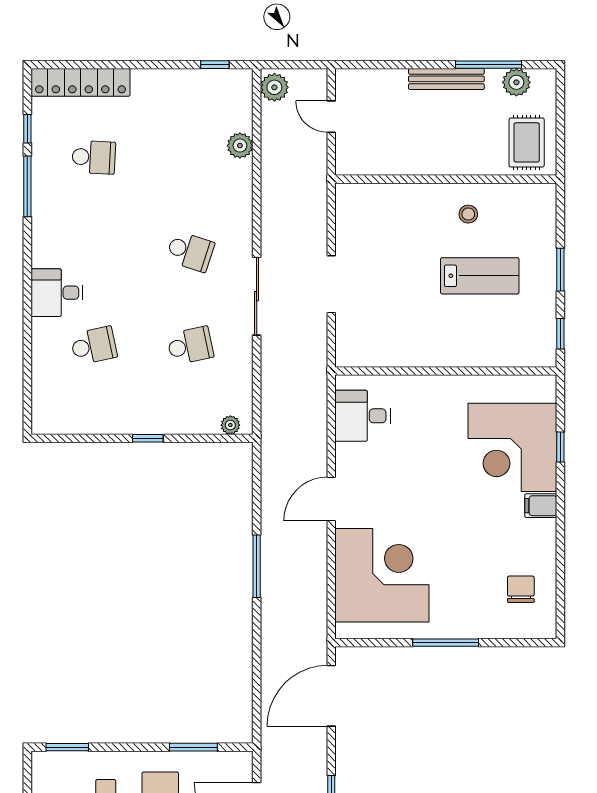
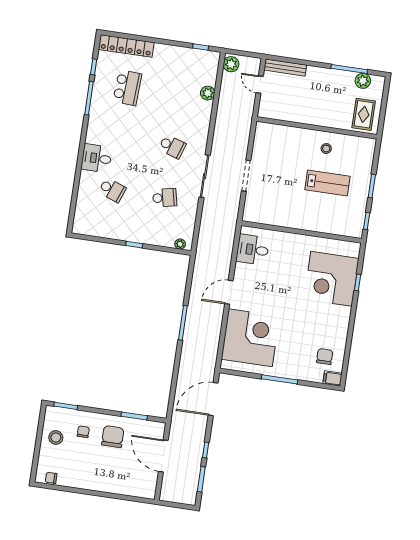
bench: (446, 79) -> (285, 68), moved
school desk: (94, 157) -> (127, 88), width x1.85
school desk: (94, 346) -> (112, 190), turned 33
filing cabinet: (541, 506) -> (332, 378), moved

